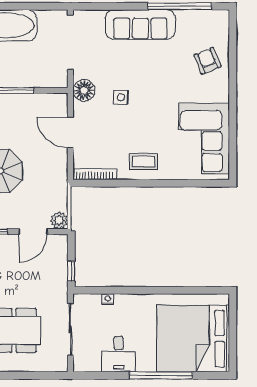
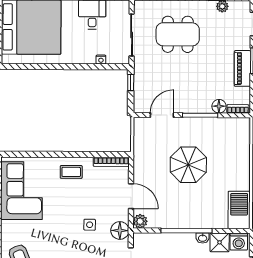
plant: (59, 220) -> (140, 221), moved

